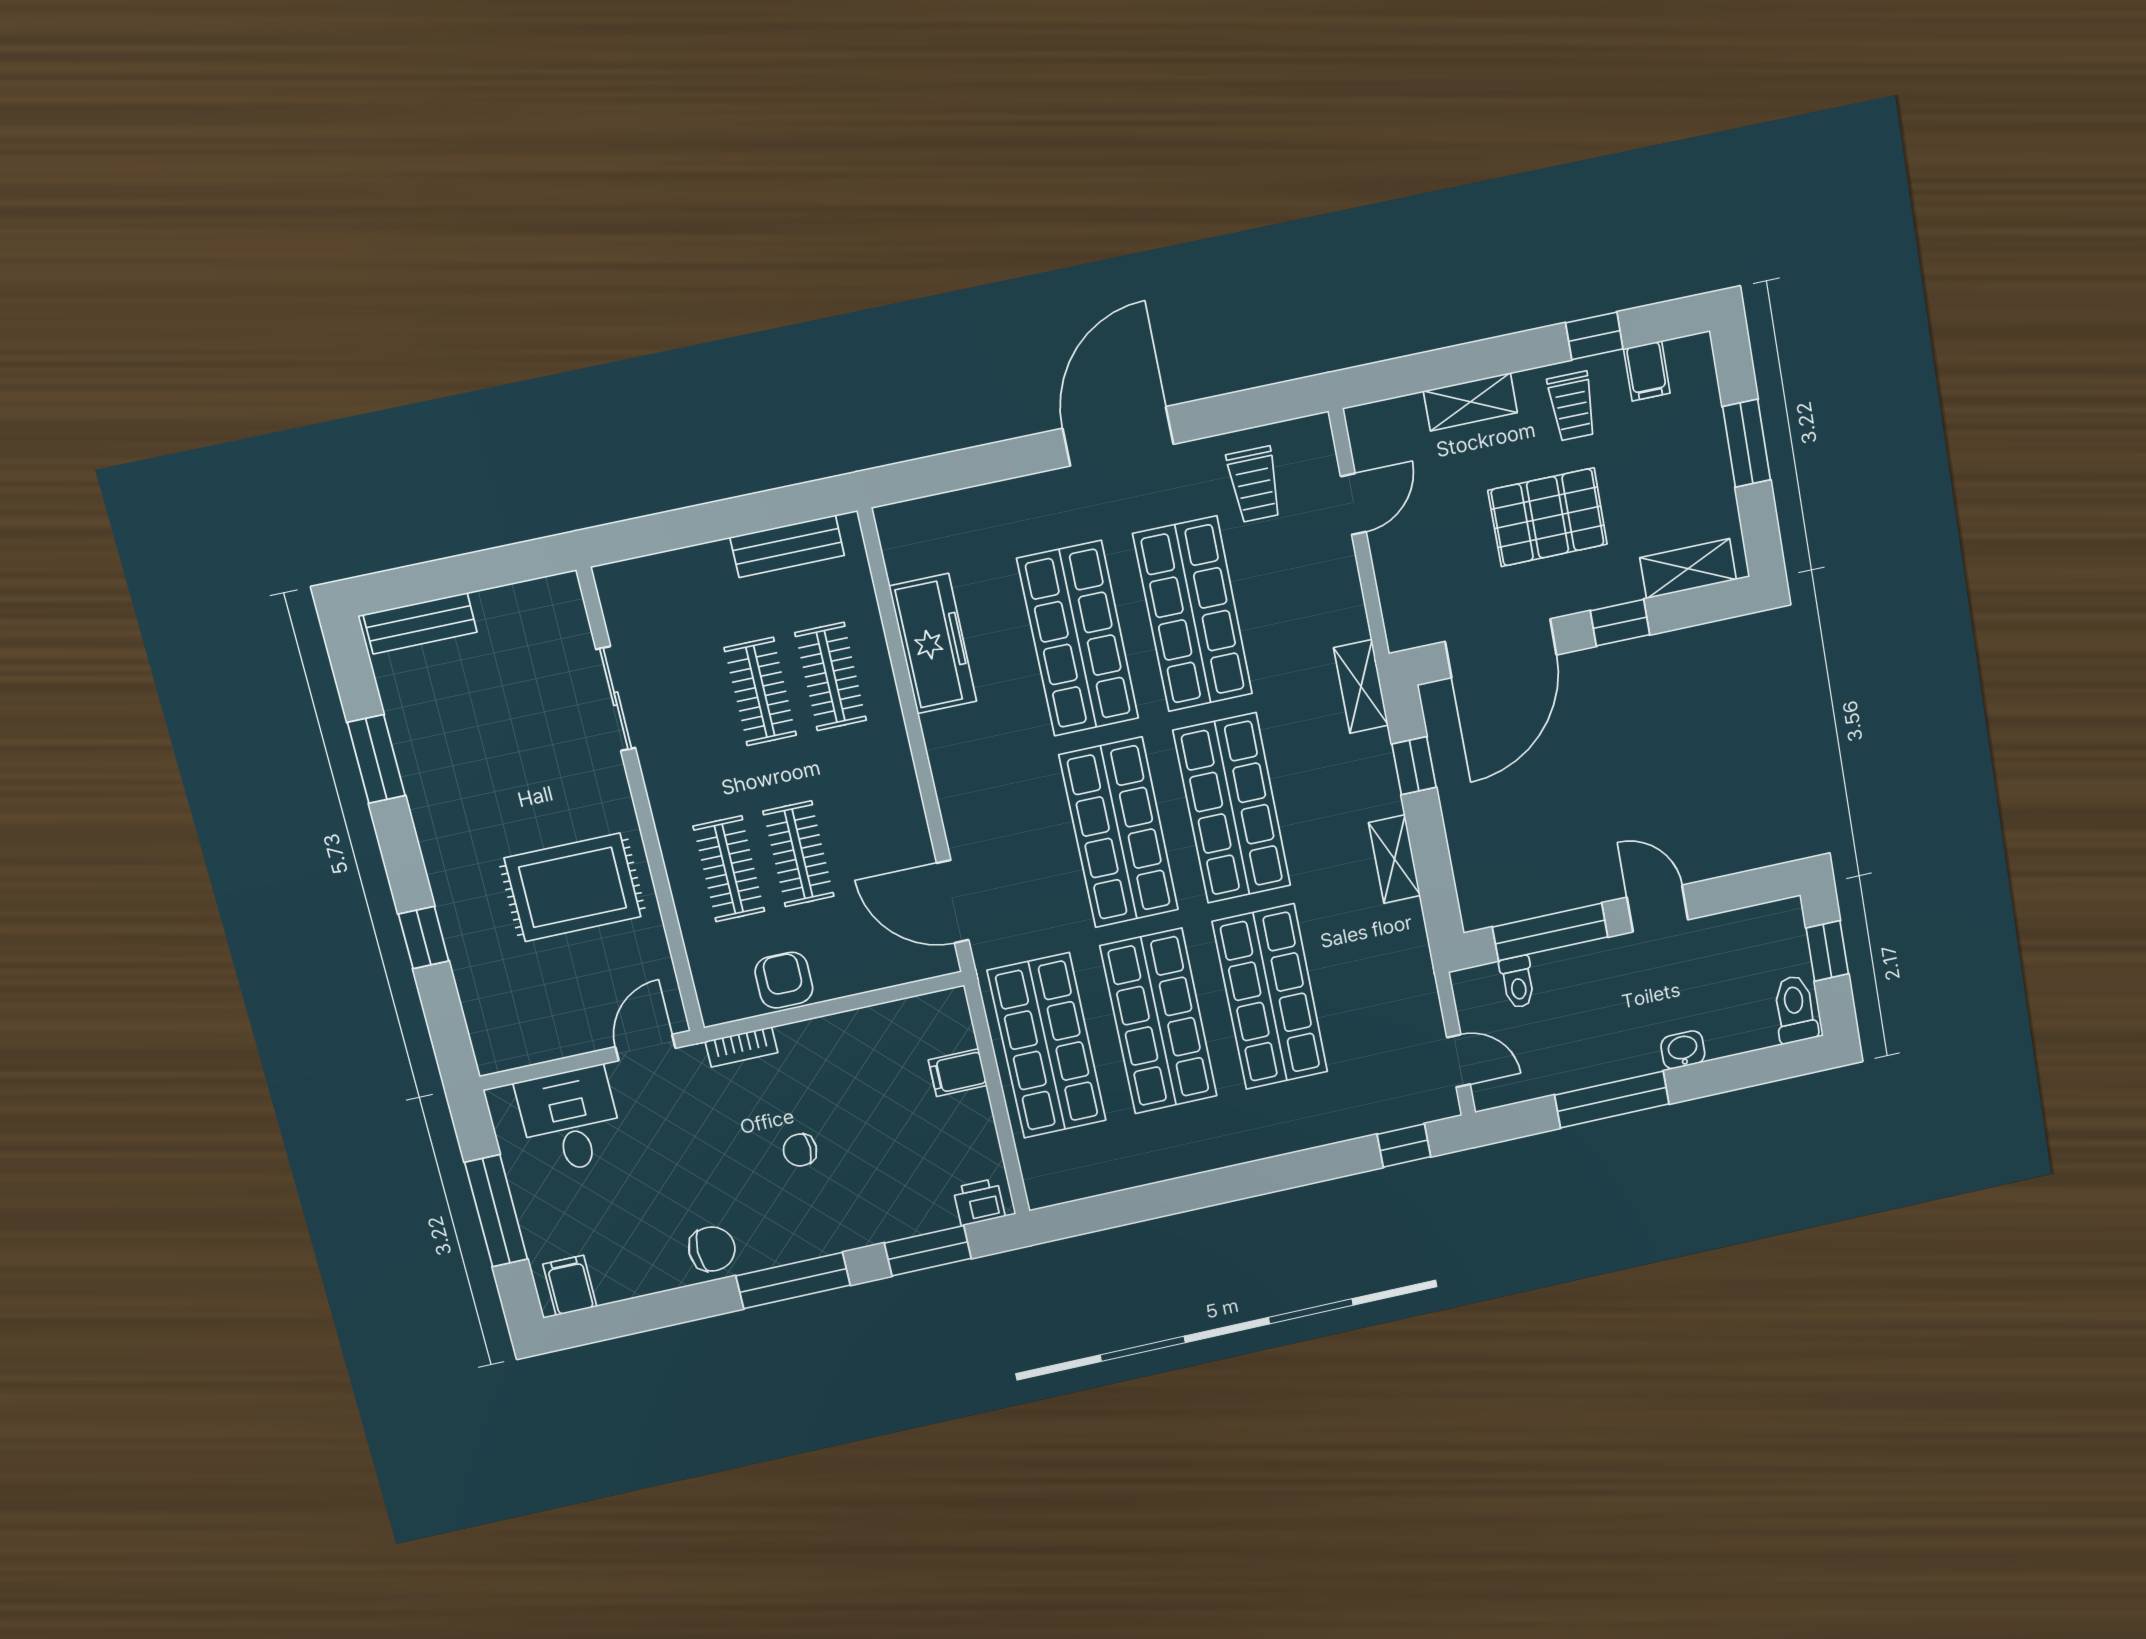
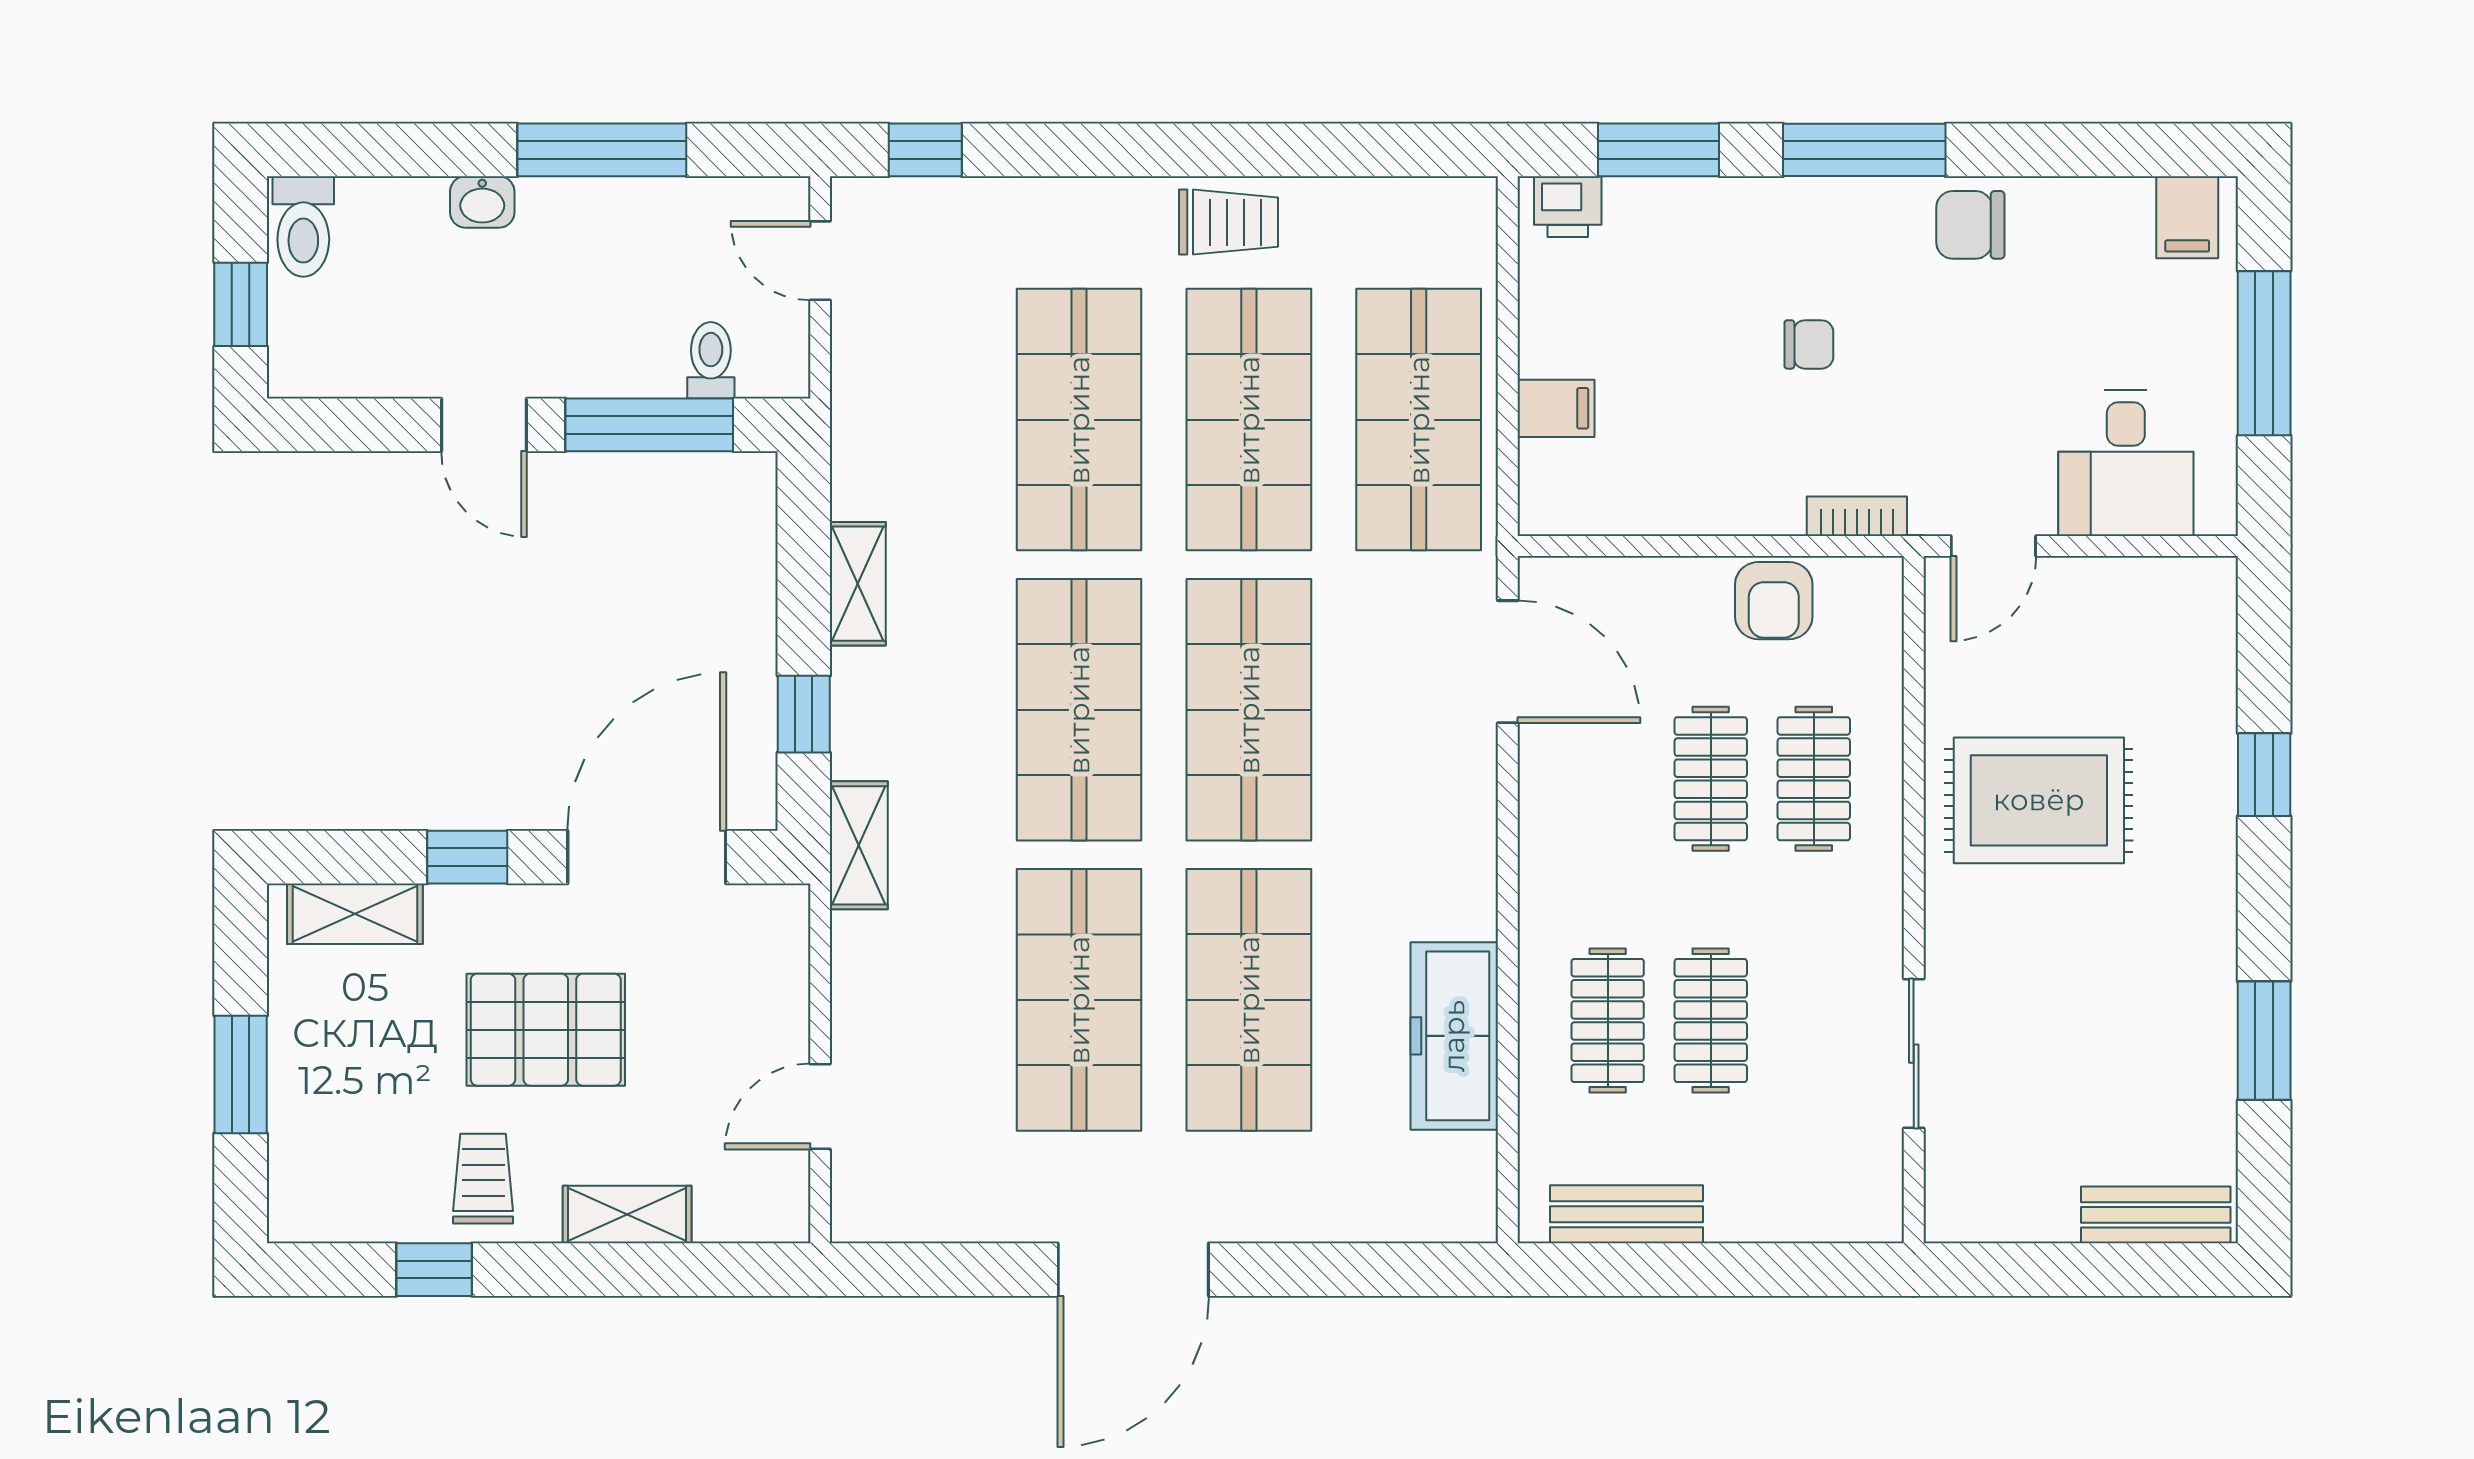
filing cabinet: (1647, 371) -> (367, 1206), removed
trolley: (1254, 484) -> (1229, 222), moved, turned 90

